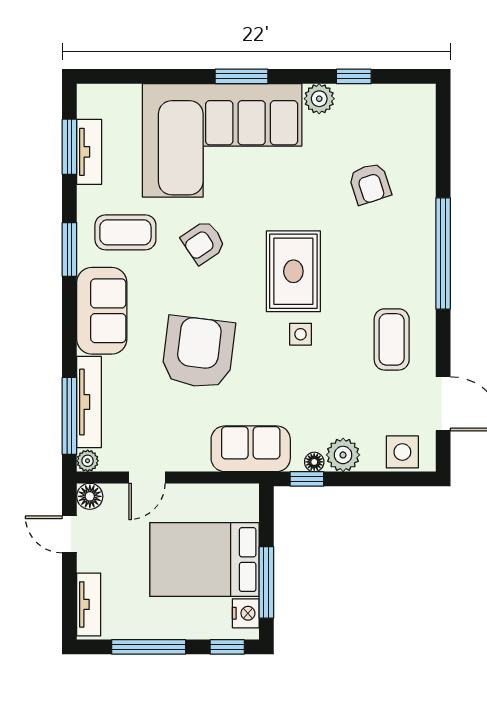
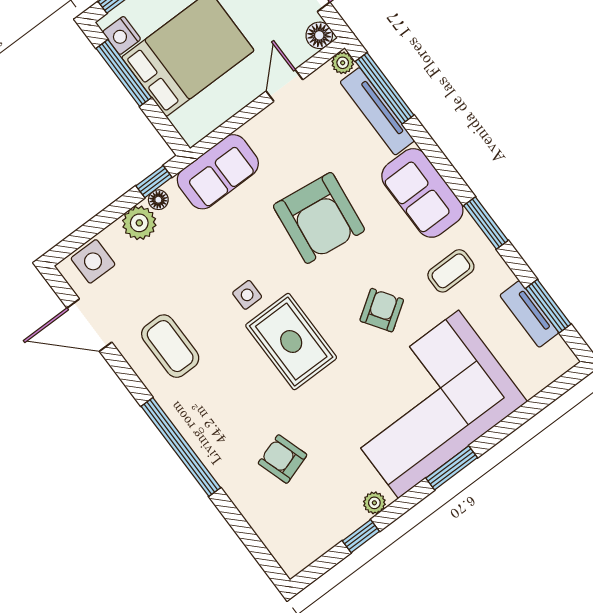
plant: (319, 99) -> (374, 503), width x0.73, depth x0.73
coffee table: (125, 232) -> (451, 271), width x0.73, depth x0.77

